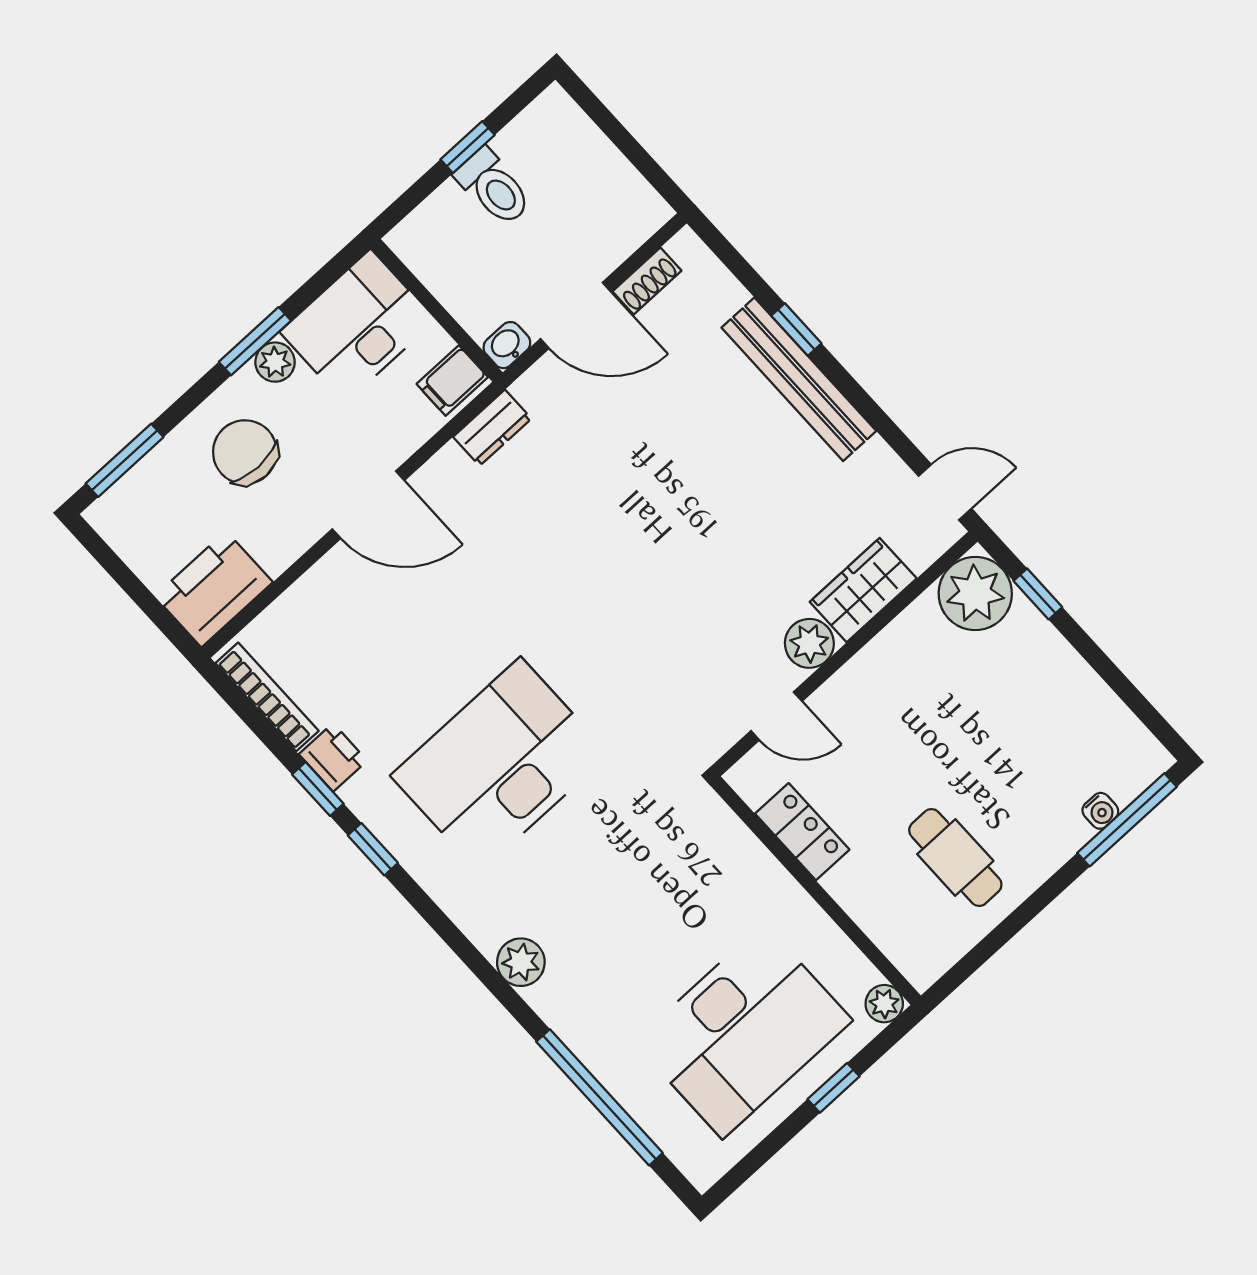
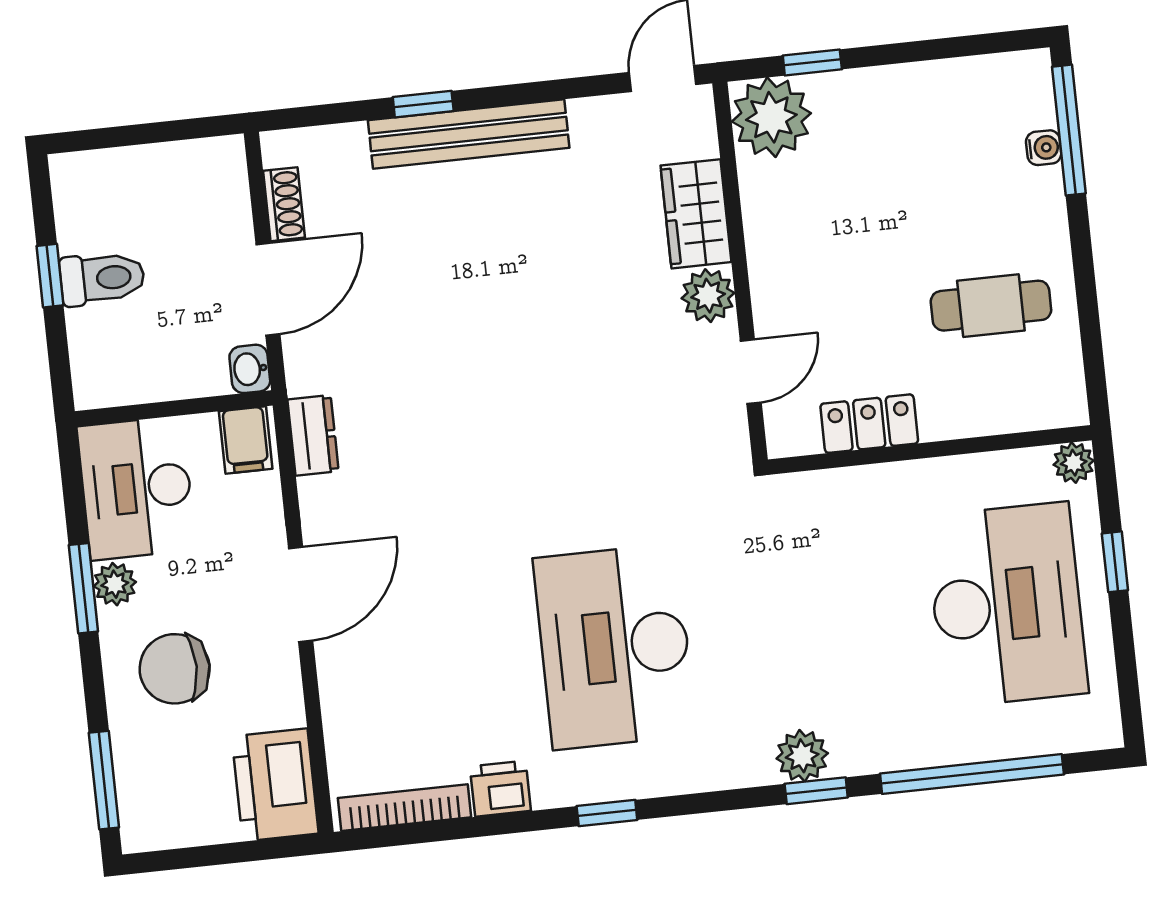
window: (318, 789) -> (816, 791), moved

